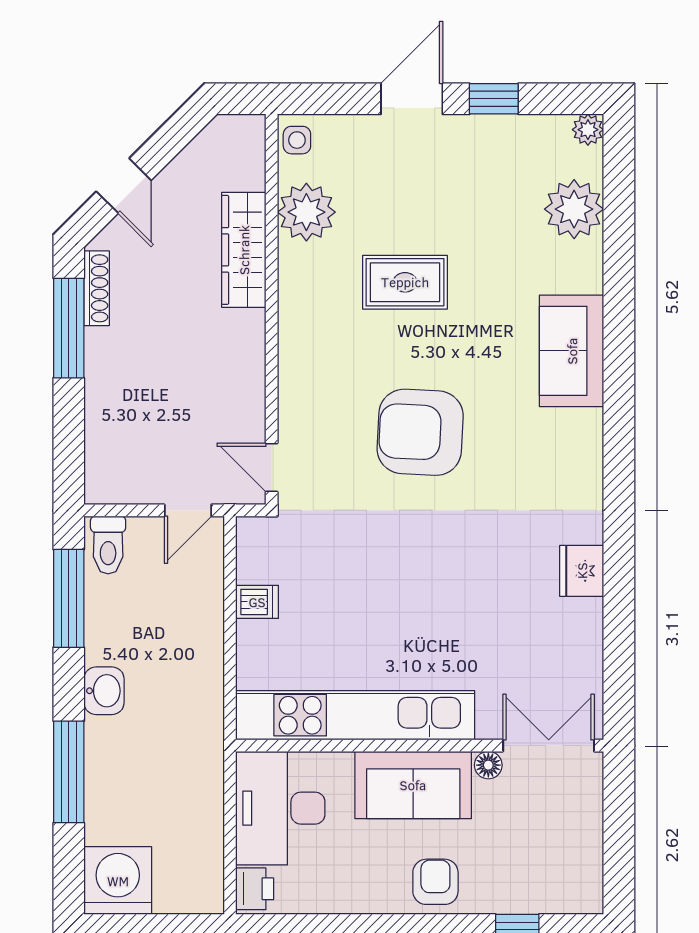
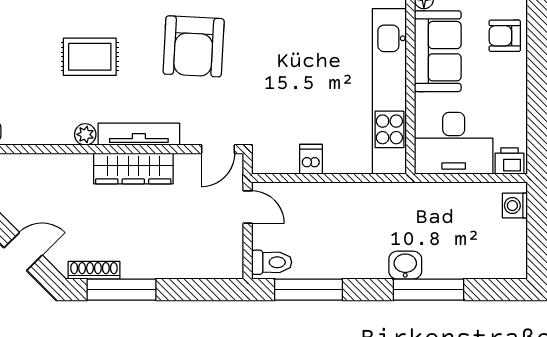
plant: (306, 212) -> (85, 134), moved, width x0.53, depth x0.53
wardrobe: (244, 250) -> (133, 168), moved
rug: (405, 282) -> (90, 57), turned 90
tv unit: (293, 353) -> (139, 134), added
washbasin: (104, 691) -> (405, 265), moved
washing machine: (118, 881) -> (515, 206), moved, width x0.53, depth x0.53

